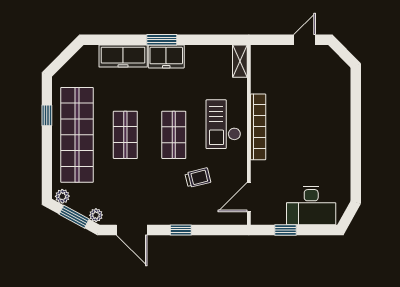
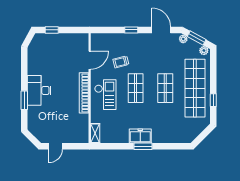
freezer: (123, 56) -> (167, 136), removed
window: (356, 115) -> (24, 100), added
door: (249, 197) -> (90, 60), moved
desk: (311, 206) -> (39, 90), moved, turned -90
window: (285, 230) -> (52, 30), moved

